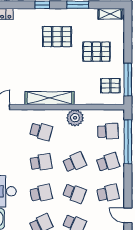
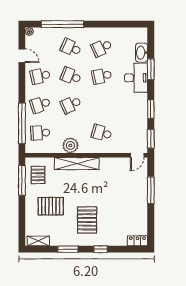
pallet: (57, 37) -> (87, 220), turned 90
pallet: (110, 86) -> (38, 175), turned 90
shelving: (49, 98) -> (77, 164), moved
school desk: (41, 162) -> (102, 104), removed

